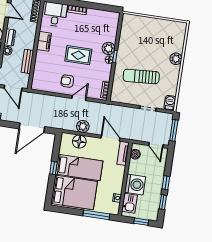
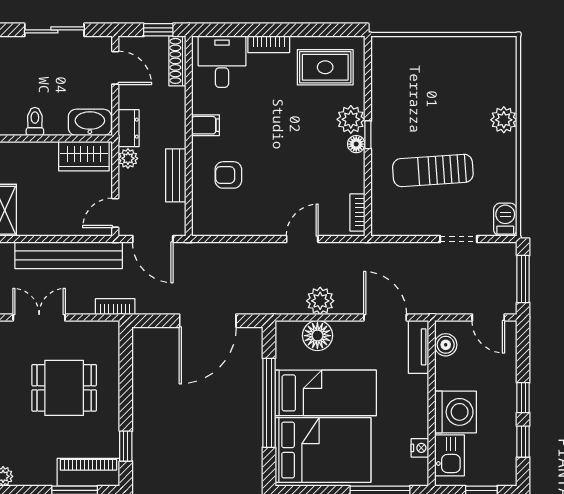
filing cabinet: (44, 41) -> (206, 125), width x0.50
rug: (78, 55) -> (325, 67), moved
armchair: (67, 81) -> (228, 175), moved
window: (53, 168) -> (269, 403), width x3.17

